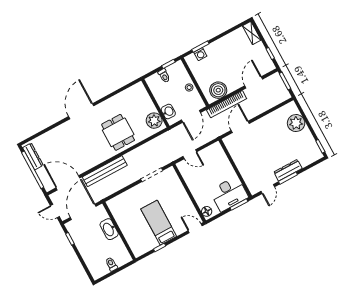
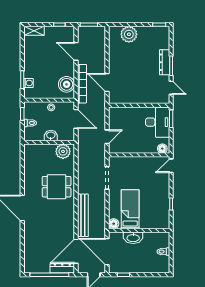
washbasin: (168, 112) -> (51, 136), moved
dresser: (33, 156) -> (62, 268), moved
floor lamp: (112, 204) -> (114, 224), added
bed: (159, 223) -> (130, 209), moved, turned 90

